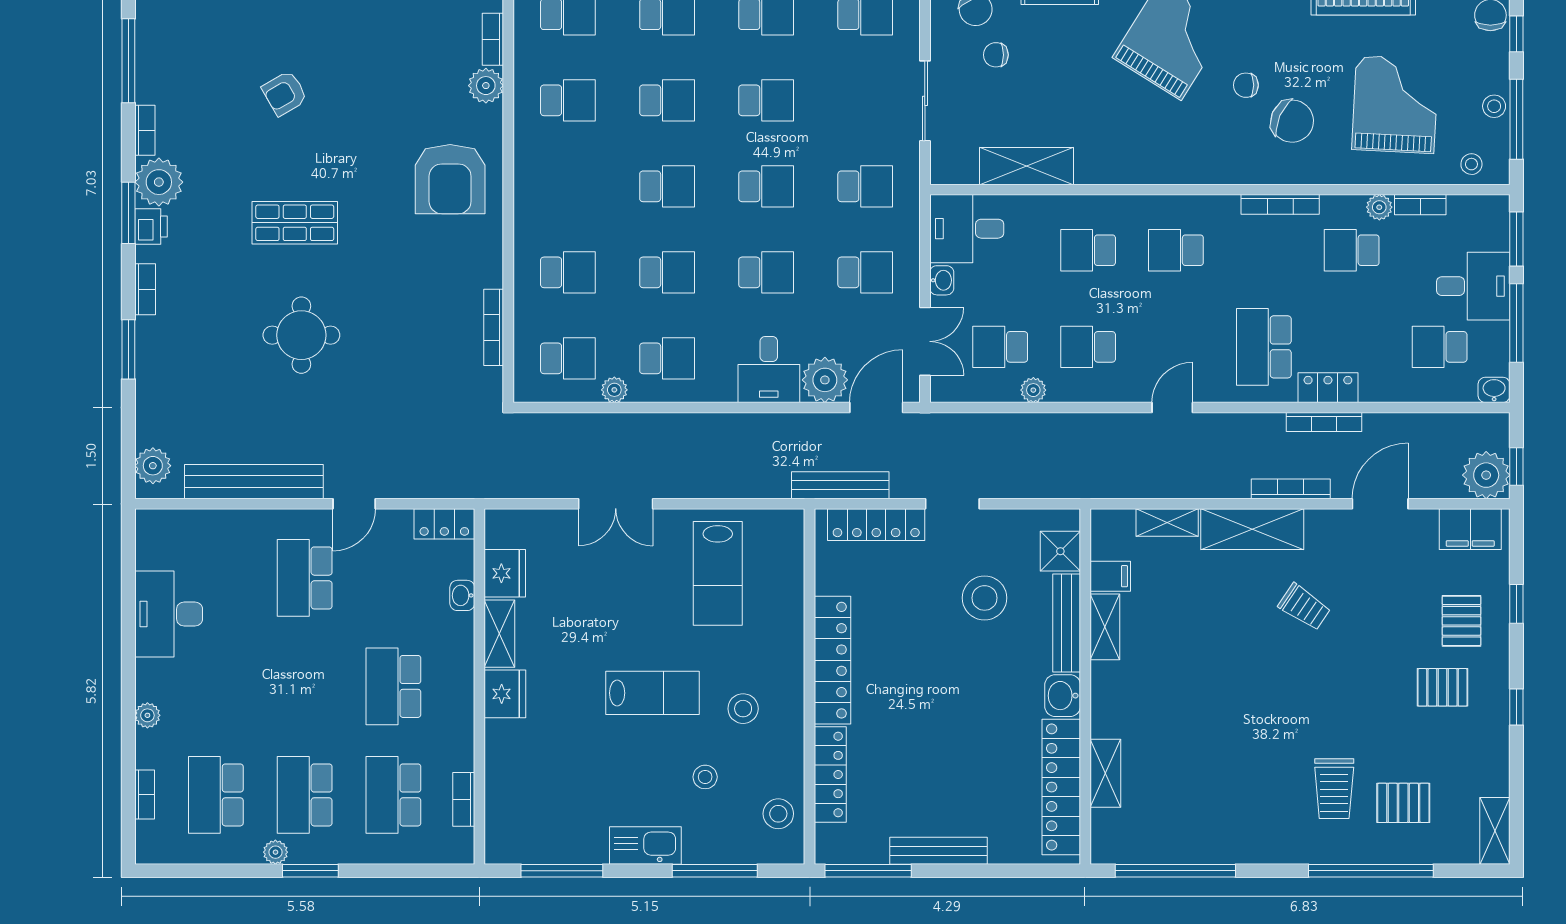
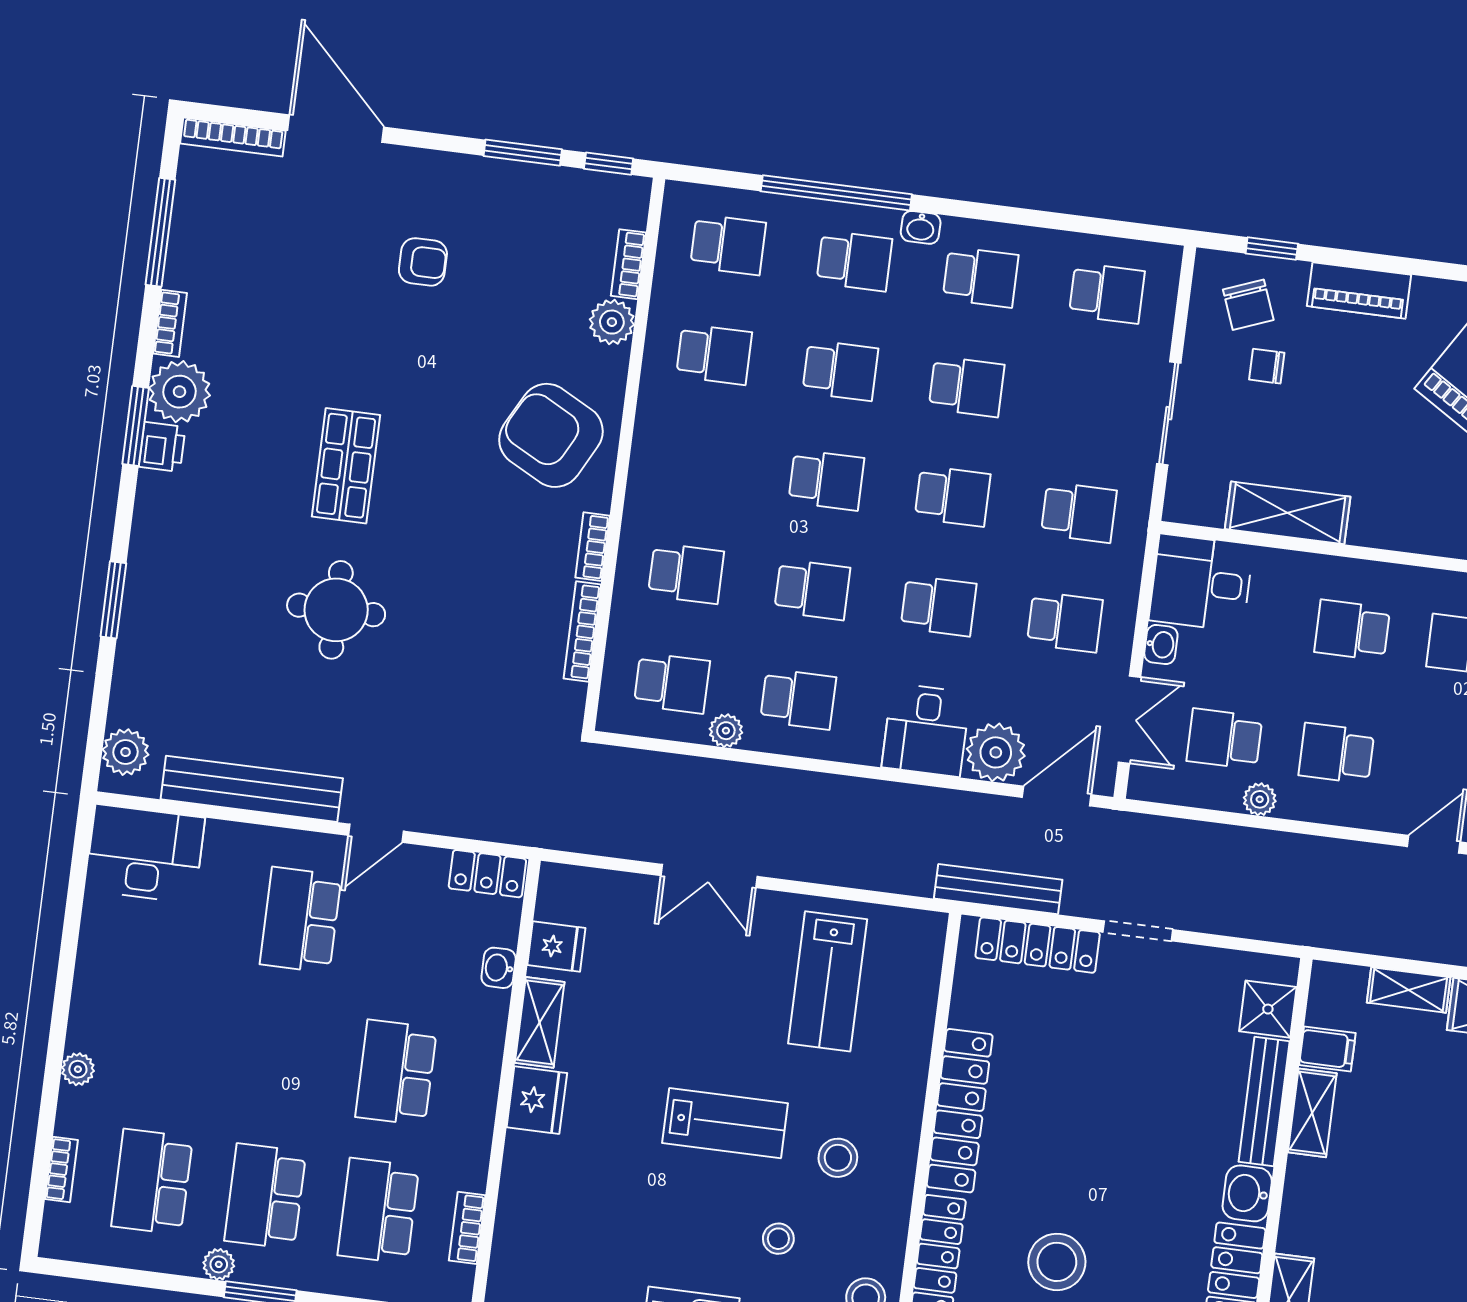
armchair: (285, 93) -> (423, 262), moved, turned -150
armchair: (450, 179) -> (551, 435), turned 118
shop shelf: (295, 223) -> (346, 466), turned 90
bookcase: (145, 289) -> (593, 547), moved, turned 180
fridge: (505, 573) -> (556, 947), width x0.72
stool: (984, 598) -> (1057, 1262), moved
desk: (169, 614) -> (145, 854), moved, turned 90

